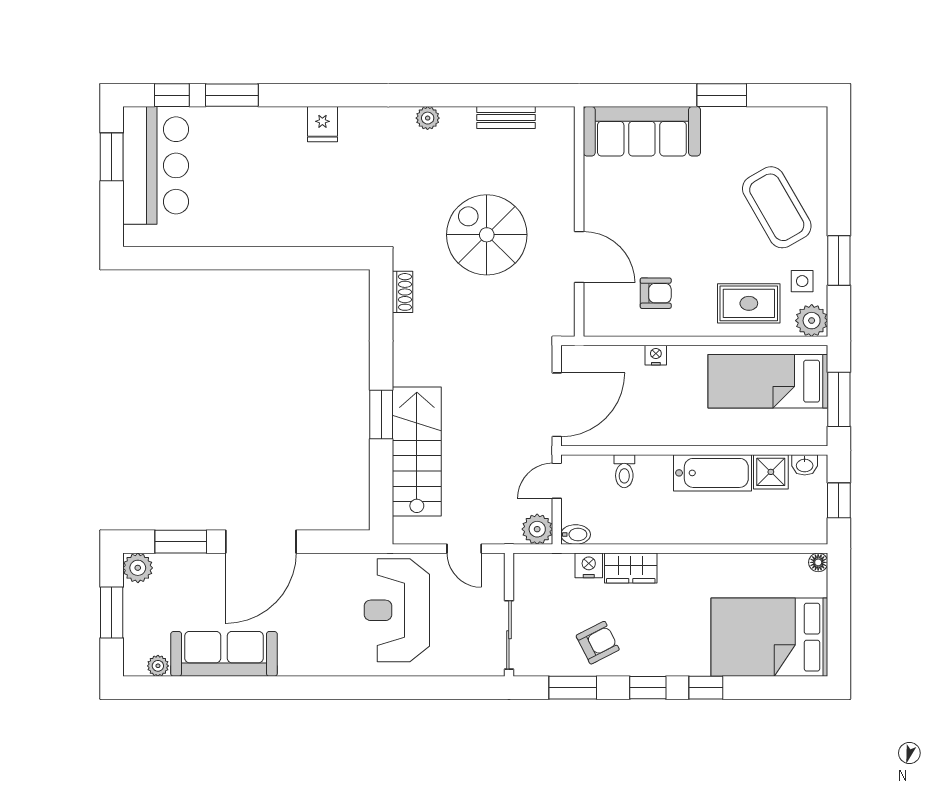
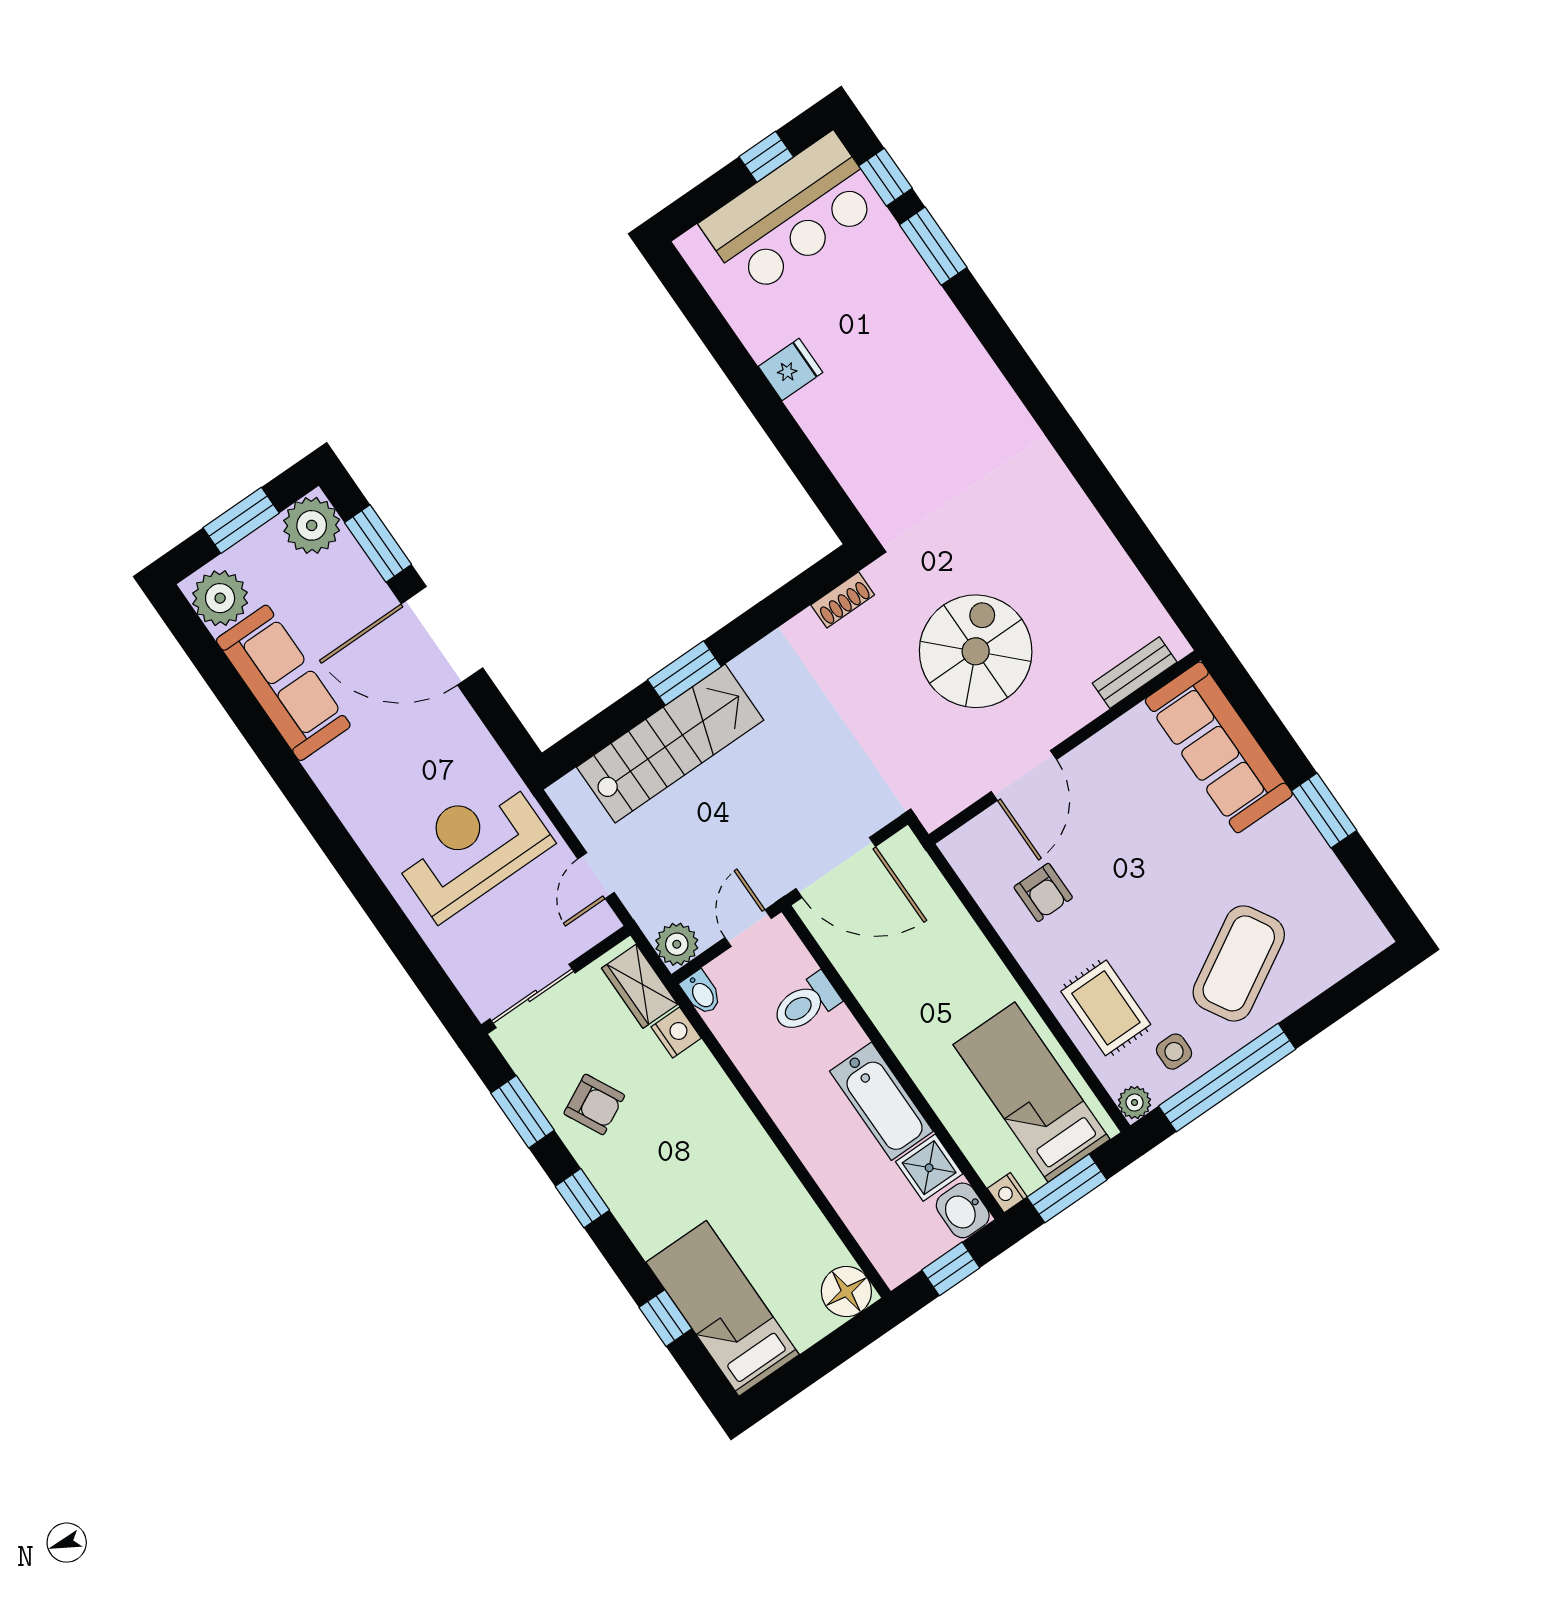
plant: (428, 118) -> (1063, 490), removed
bench: (506, 118) -> (1135, 673), moved, turned 90
fridge: (322, 124) -> (790, 369), moved, turned 180
window: (112, 157) -> (766, 157), width x0.67
window: (839, 260) -> (1227, 1078), width x2.11
plant: (812, 321) -> (1135, 1103), width x0.73, depth x0.73
nightstand: (656, 355) -> (1007, 1193), moved, turned 180
washbasin: (805, 465) -> (963, 1210), width x1.38, depth x1.45
toilet: (624, 471) -> (806, 1003), width x1.37, depth x1.39
door: (557, 481) -> (748, 928), hinge flipped
floor lamp: (818, 562) -> (846, 1292), width x1.89, depth x1.89
plant: (138, 568) -> (312, 525), width x1.36, depth x1.36
wardrobe: (631, 568) -> (640, 986), moved
bed: (769, 637) -> (723, 1308), width x0.67
plant: (158, 666) -> (220, 598), width x1.88, depth x1.88
window: (706, 688) -> (665, 1318), moved

